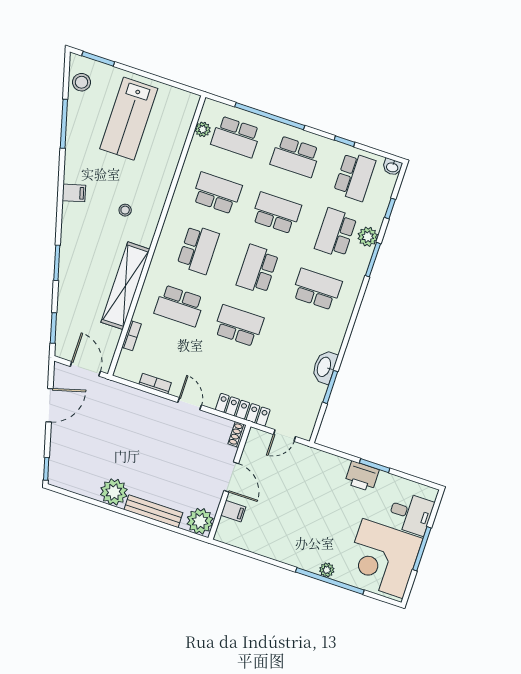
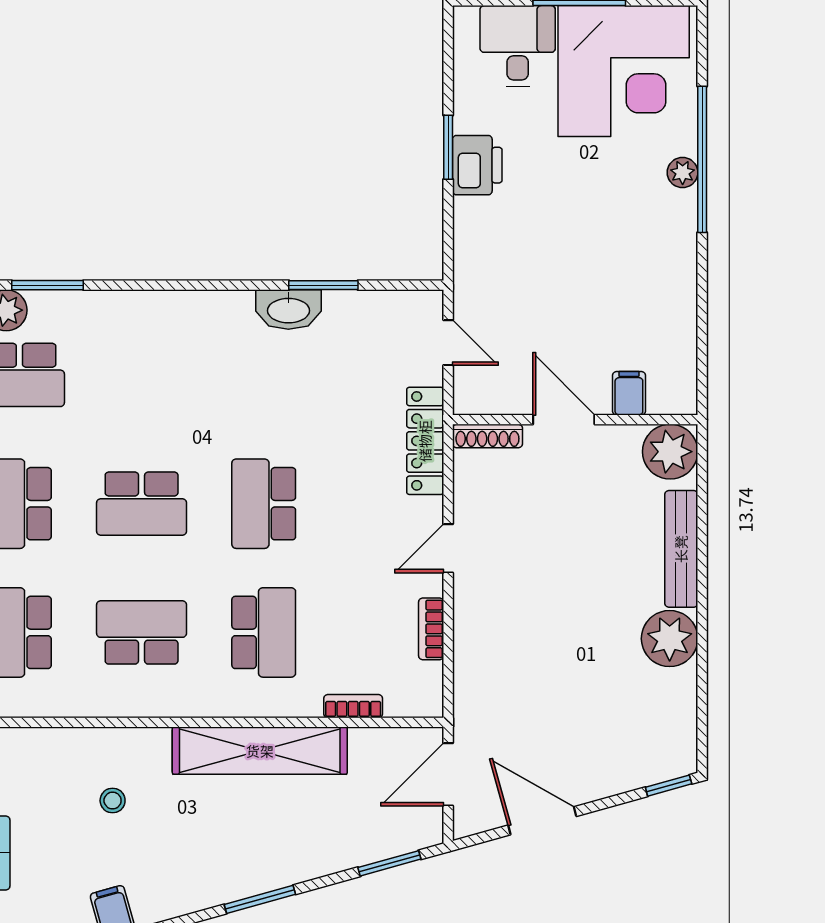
school desk: (317, 289) -> (142, 375), removed
shoe rack: (237, 434) -> (487, 436), width x1.43
door: (231, 477) -> (564, 420), hinge flipped

